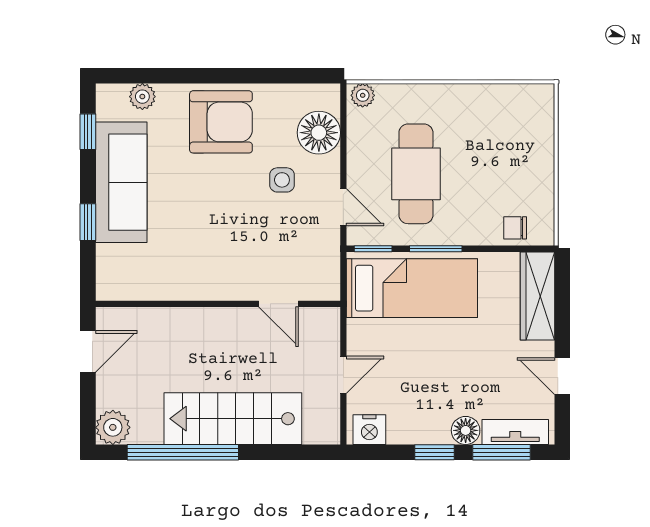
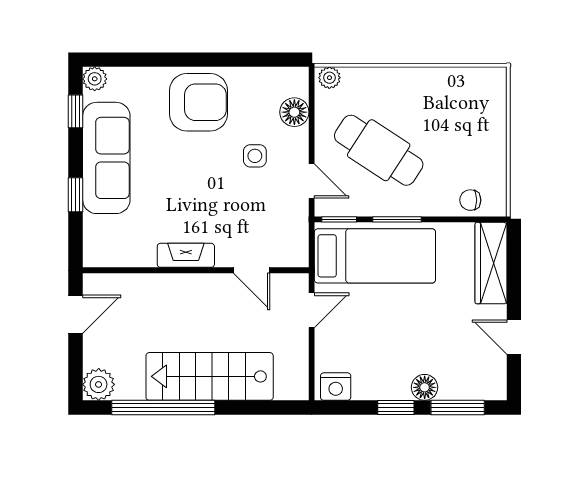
plant: (142, 97) -> (95, 79), moved
floor lamp: (319, 133) -> (294, 112), width x0.73, depth x0.73
cafe table: (416, 174) -> (379, 150), turned -57
fireplace: (207, 288) -> (186, 255), added
door: (343, 375) -> (312, 310), moved
tv unit: (515, 432) -> (470, 389), removed

